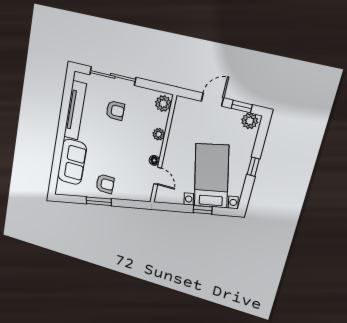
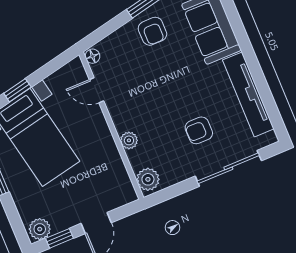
floor lamp: (154, 160) -> (93, 56), moved
armchair: (105, 184) -> (152, 31), turned -90

